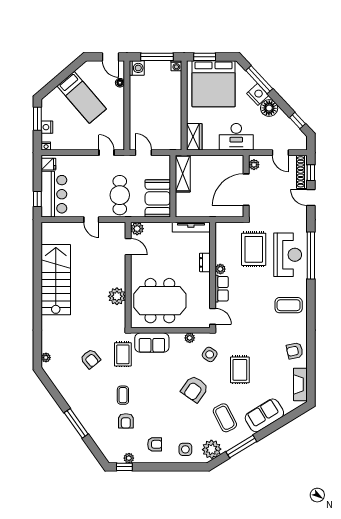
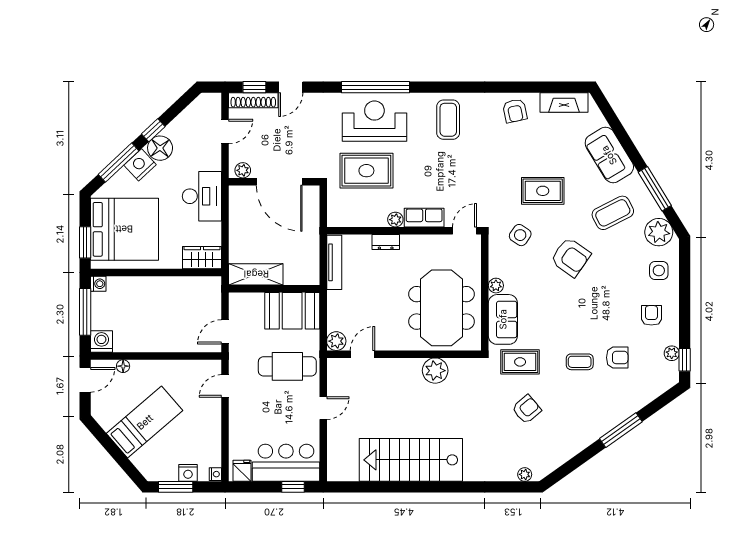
window: (297, 121) -> (153, 130), moved
plant: (190, 338) -> (496, 286), moved

